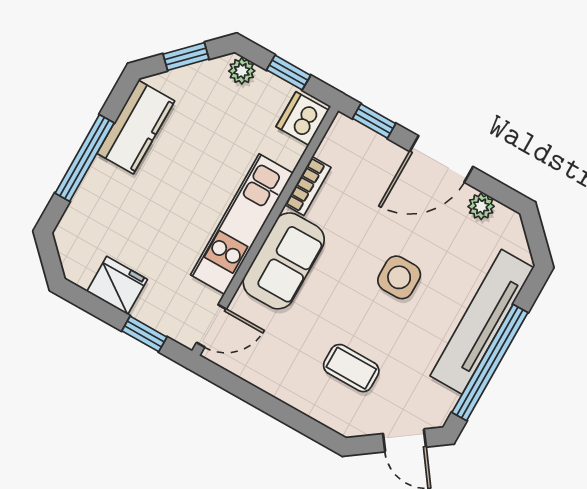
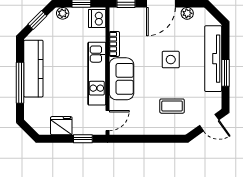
kitchen counter: (136, 127) -> (33, 69), width x1.50
window: (490, 362) -> (225, 73), width x0.47

